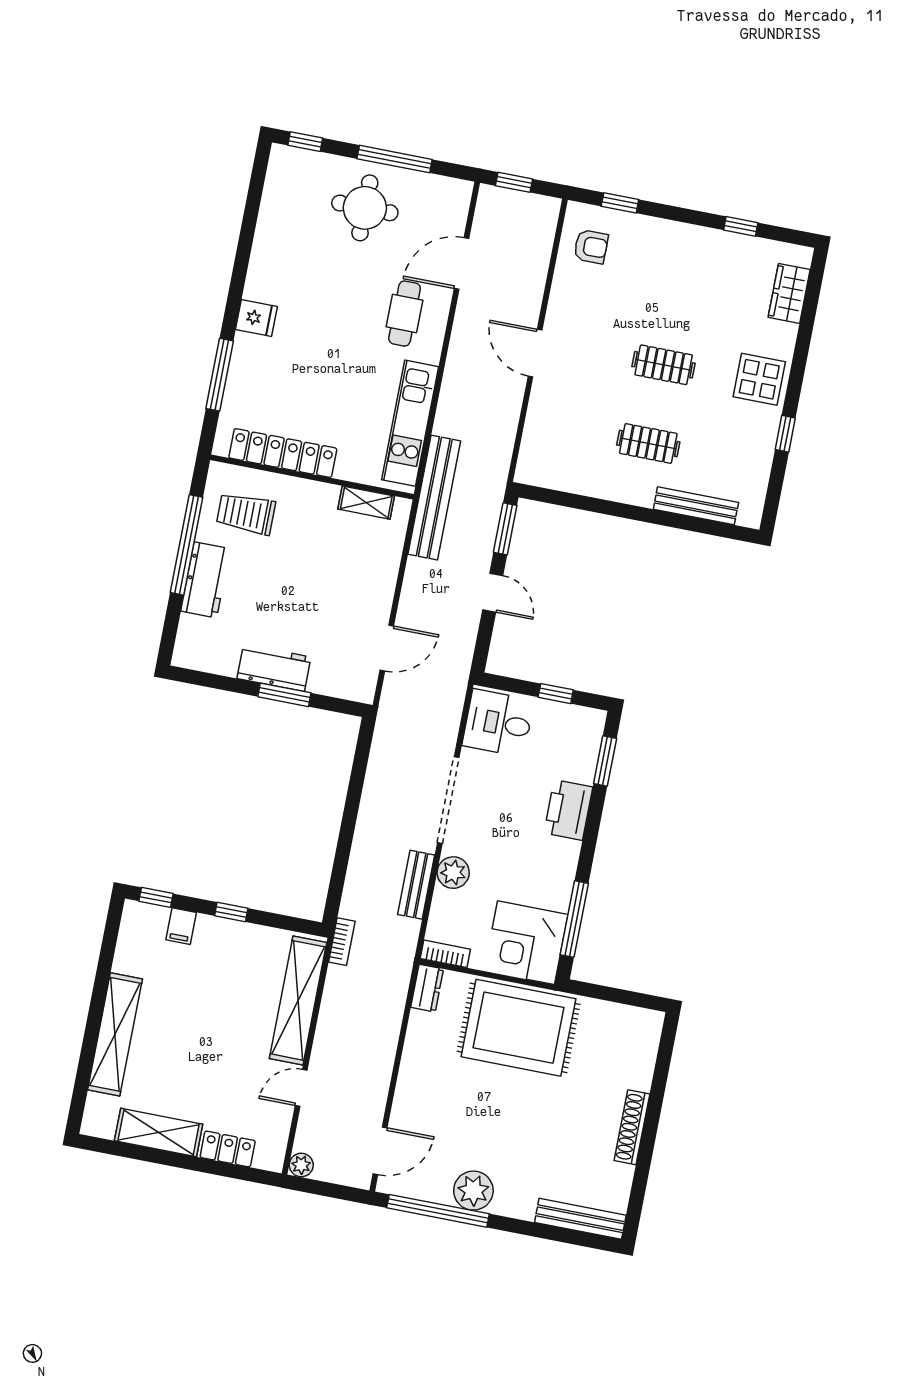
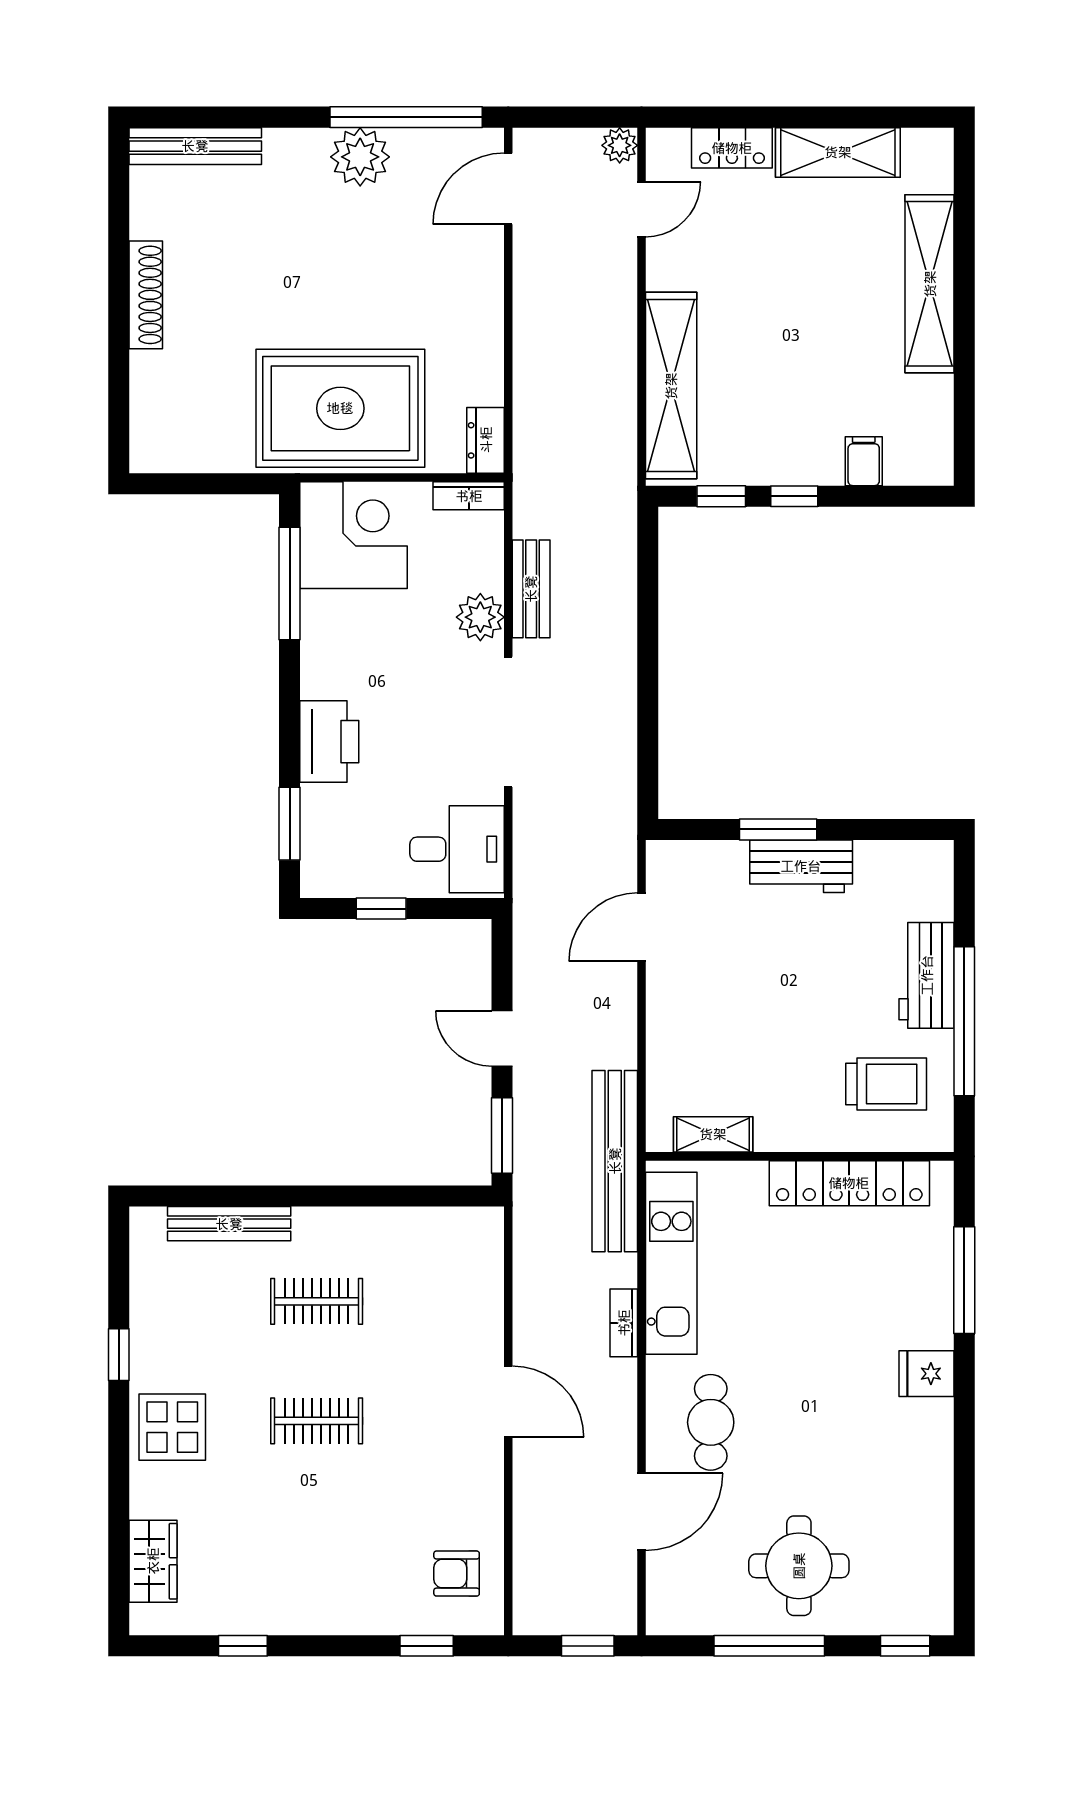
window: (156, 897) -> (721, 496), moved
bookcase: (342, 942) -> (624, 1323), moved
door: (301, 1088) -> (641, 209), moved

